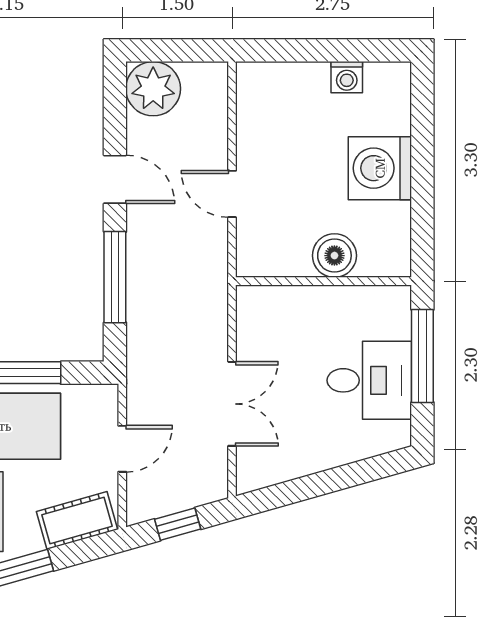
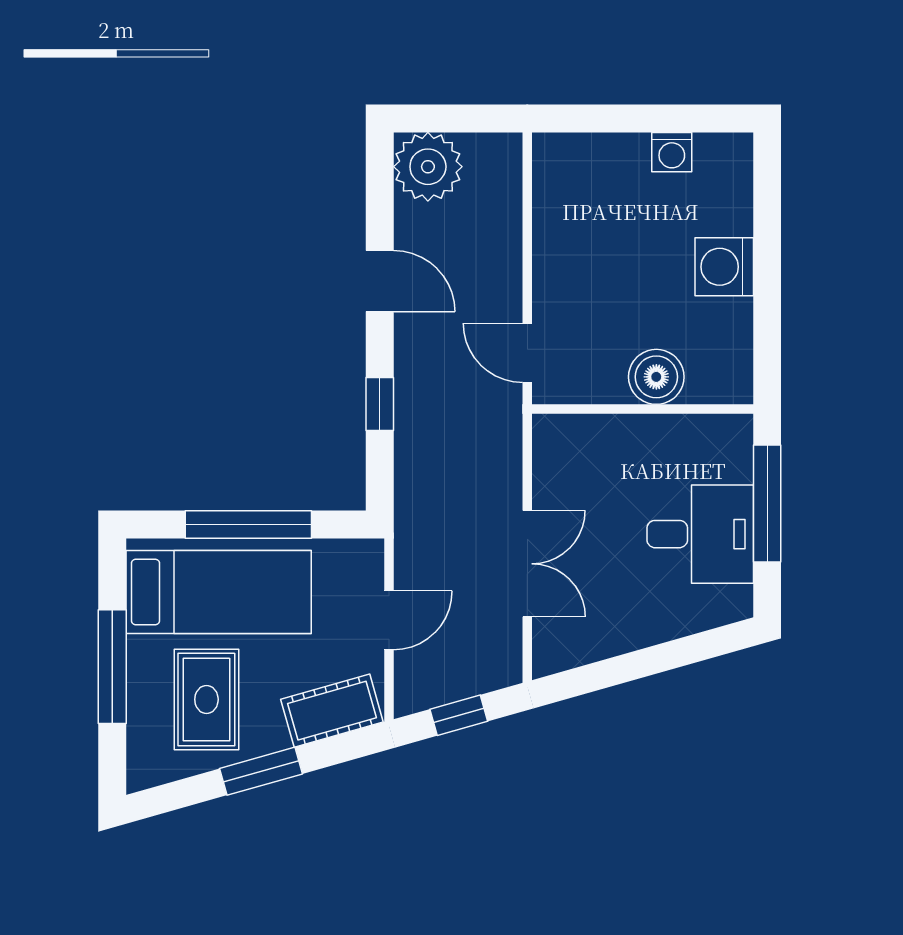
washing machine: (380, 168) -> (724, 267), width x0.73, depth x0.73
door: (232, 194) -> (527, 353), moved
window: (115, 277) -> (380, 404), width x0.46

